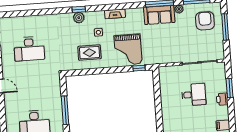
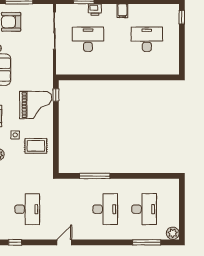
rug: (89, 53) -> (36, 146), turned 90
desk: (194, 95) -> (88, 39), width x1.37

